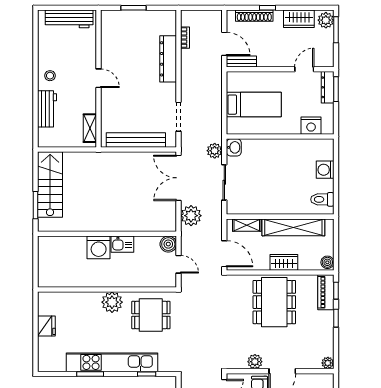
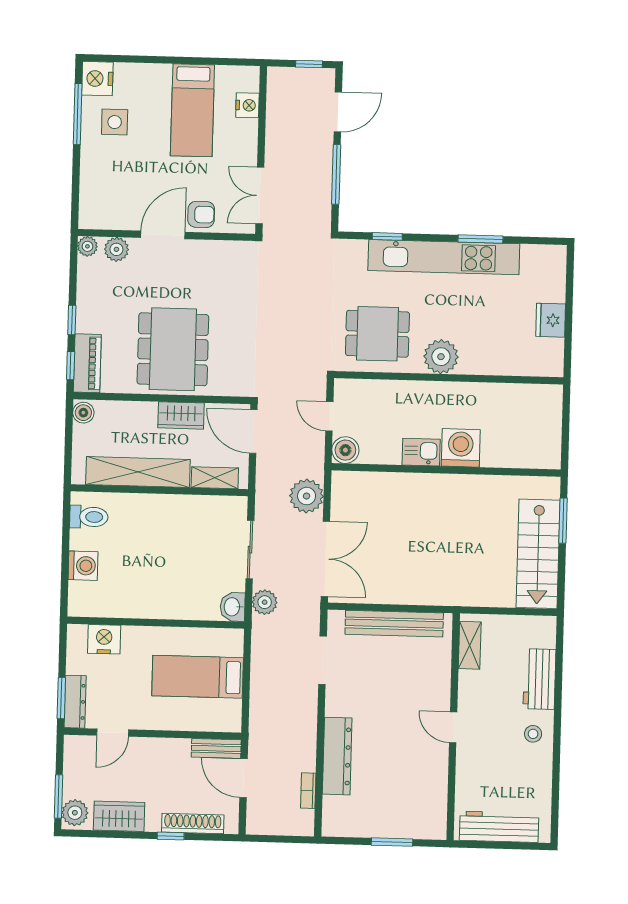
wardrobe: (284, 262) -> (181, 415), moved
plant: (255, 362) -> (116, 249), moved

